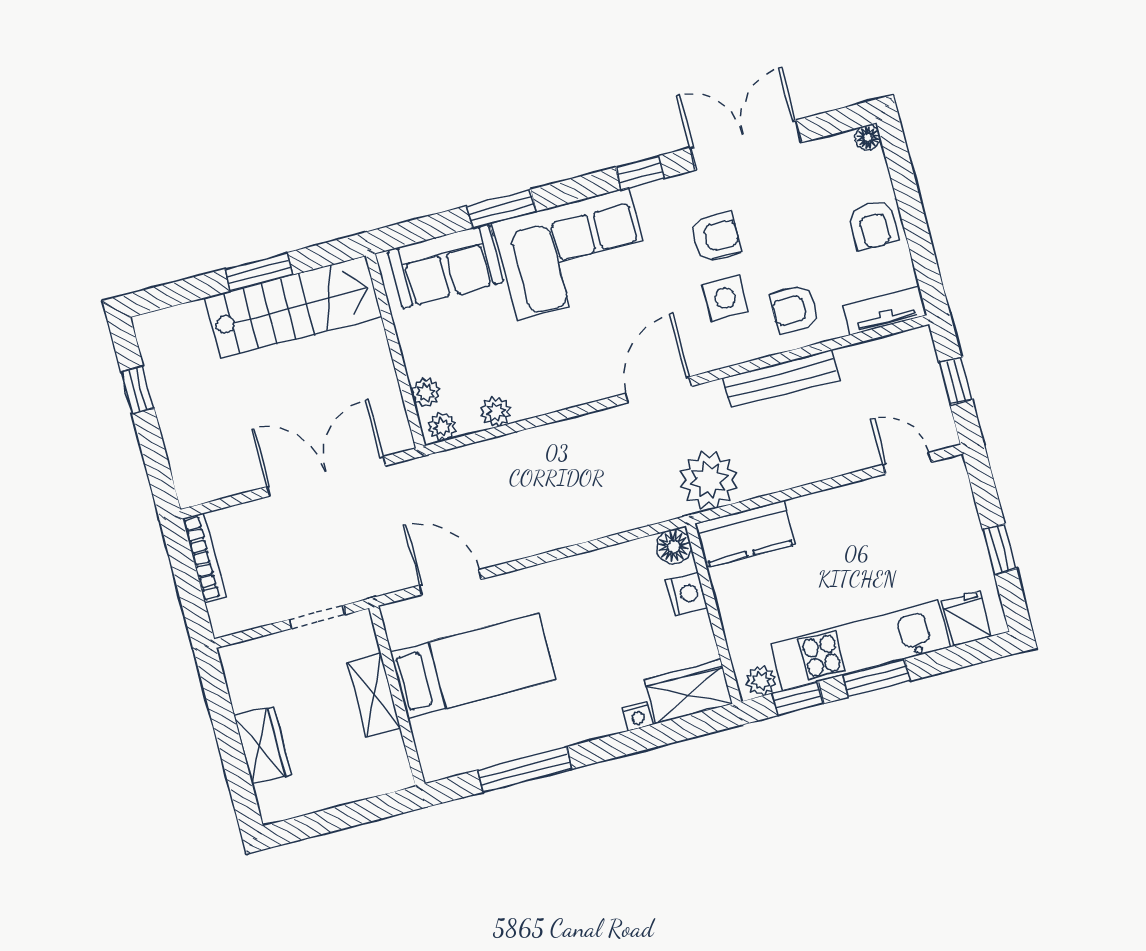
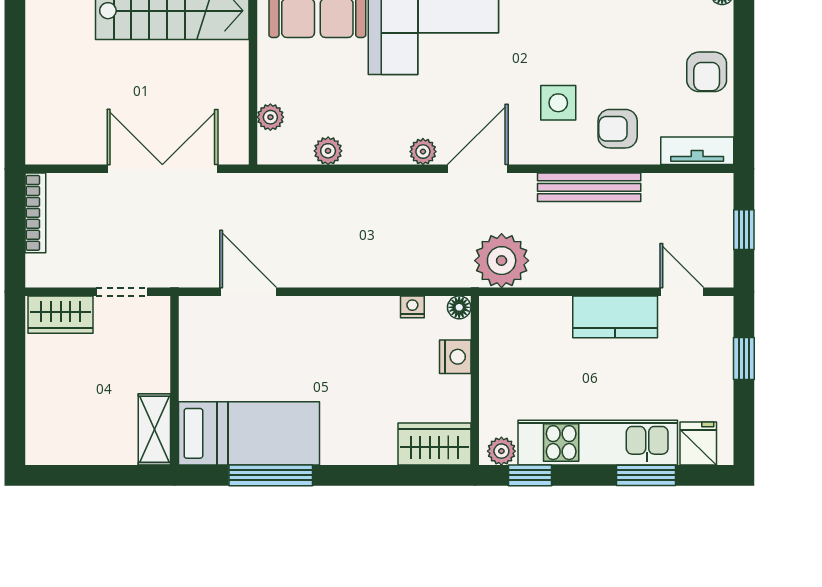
armchair: (715, 237) -> (564, 46), removed
window: (137, 390) -> (15, 48), removed
plant: (442, 427) -> (423, 152), moved
kitchen counter: (745, 534) -> (615, 317), moved
floor lamp: (674, 547) -> (459, 307), width x0.73, depth x0.73
window: (1000, 549) -> (744, 358), moved
bed: (473, 666) -> (249, 433), moved
window: (876, 678) -> (646, 475), moved
shelving: (374, 695) -> (154, 429), moved
nightstand: (638, 716) -> (412, 307), moved, turned 180
wardrobe: (263, 745) -> (61, 315), moved, turned 90

